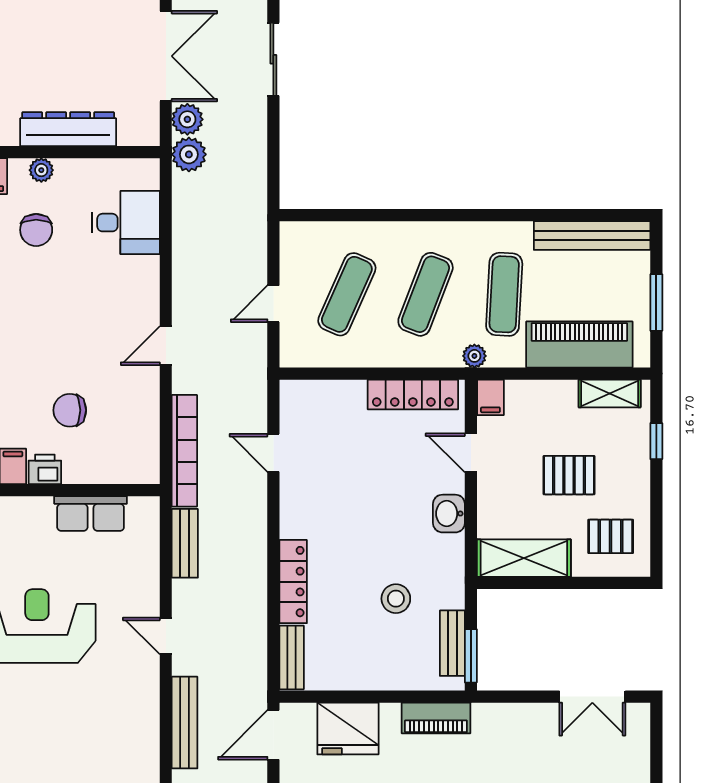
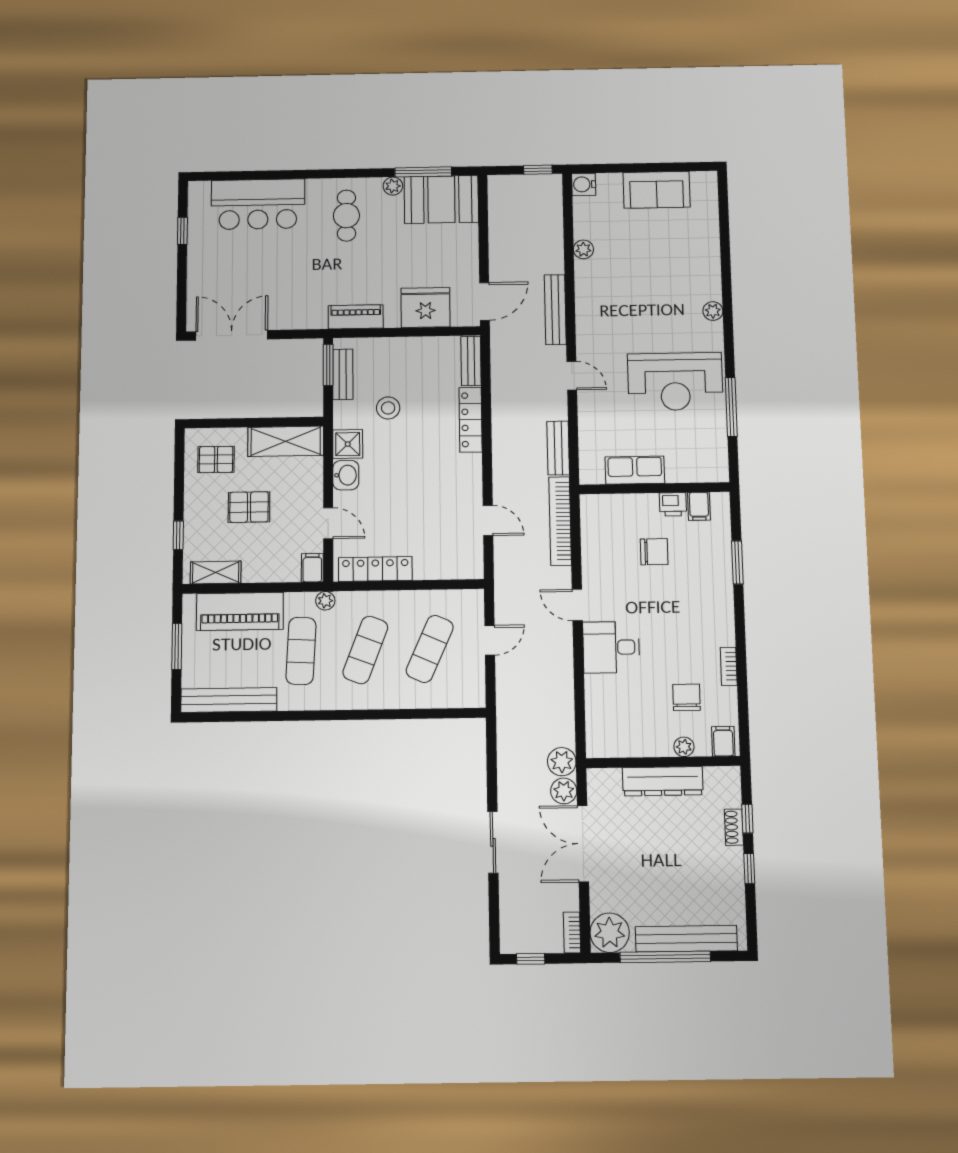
desk: (126, 223) -> (611, 647), moved
door: (166, 346) -> (577, 605), swing flipped
shower: (446, 553) -> (348, 444), added
double door: (592, 697) -> (232, 335), width x1.37

